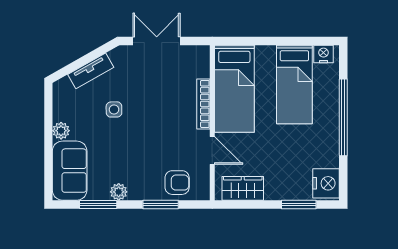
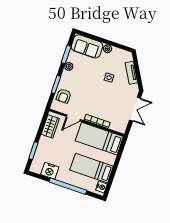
nightstand: (326, 183) -> (50, 171), moved

